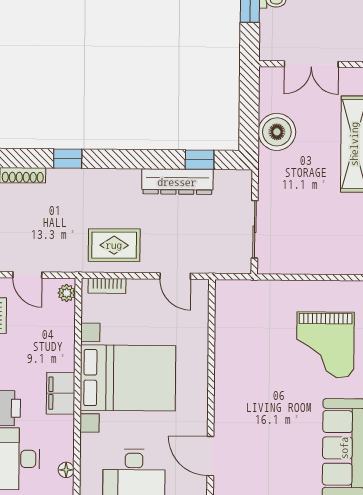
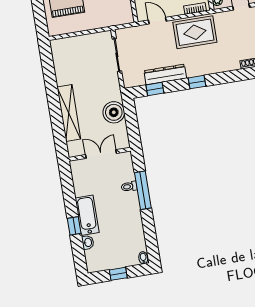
window: (68, 159) -> (197, 82), moved
rug: (114, 245) -> (195, 32), width x1.36, depth x1.43

